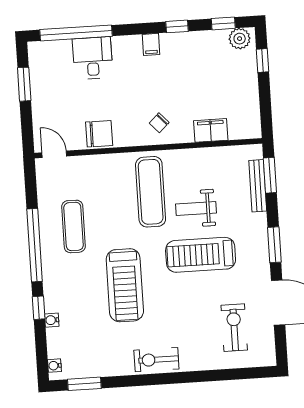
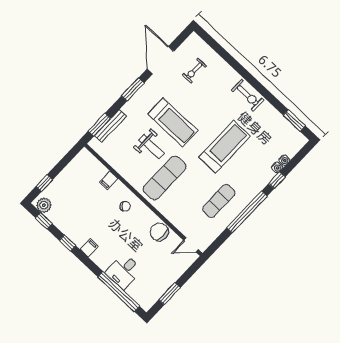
filing cabinet: (211, 130) -> (109, 180), width x0.50
door: (54, 154) -> (191, 245), hinge flipped
exercise bike: (234, 328) -> (194, 71), width x0.73, depth x0.72
water cooler: (54, 366) -> (284, 160), moved

